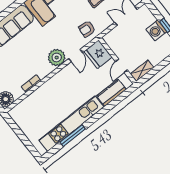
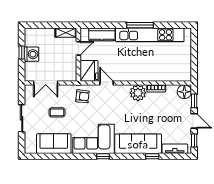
door: (76, 56) -> (107, 83), hinge flipped
plant: (57, 57) -> (138, 93), moved
window: (73, 136) -> (140, 25), moved

